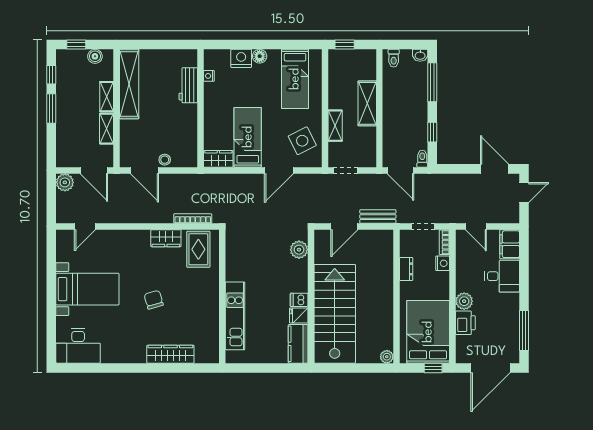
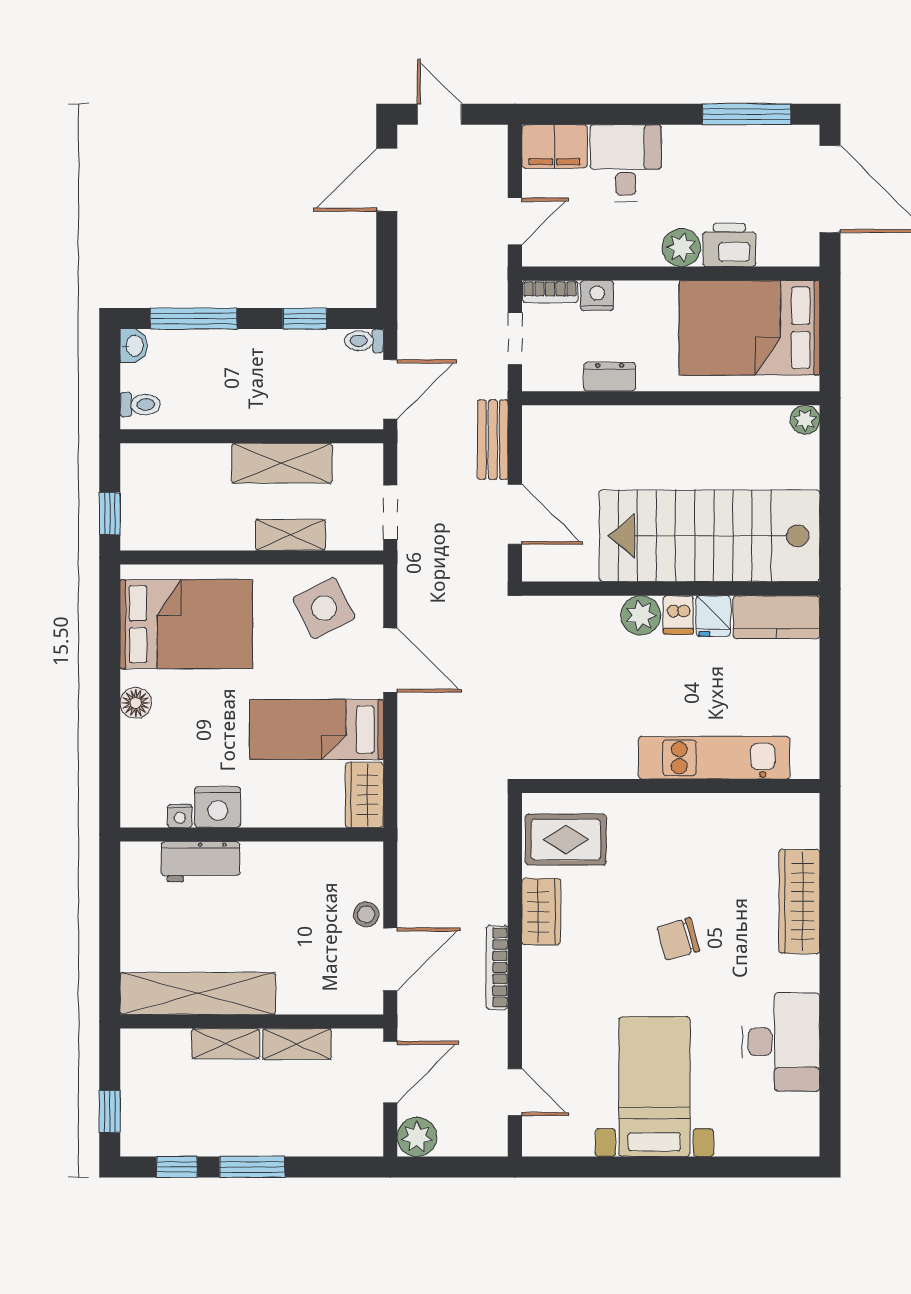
boiler: (95, 56) -> (136, 1070), removed
nightstand: (241, 58) -> (218, 807), moved, turned -90
bed: (295, 79) -> (186, 624), width x1.50
shelving: (367, 103) -> (282, 463), moved
bookcase: (193, 218) -> (497, 967), moved
plant: (299, 250) -> (641, 615), moved
desk: (78, 346) -> (781, 1042), moved
window: (433, 368) -> (830, 317), removed

